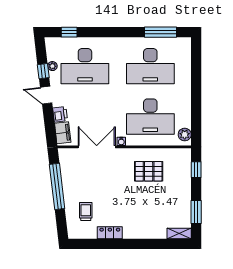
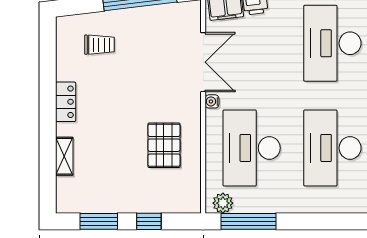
window: (196, 118) -> (249, 221), added
window: (196, 170) -> (149, 221), moved
locker: (110, 233) -> (66, 102), moved
shelving: (179, 234) -> (64, 156), moved

